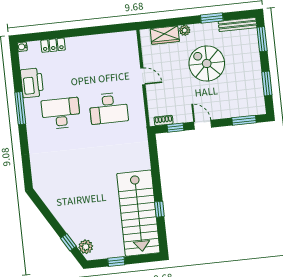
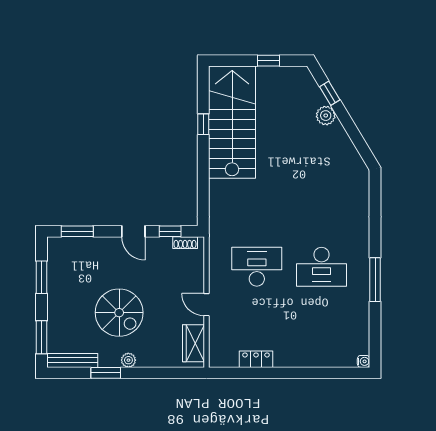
plant: (185, 30) -> (128, 360), moved
wardrobe: (165, 35) -> (194, 343), moved, turned -90
locker: (53, 45) -> (256, 359), moved
printer: (32, 83) -> (356, 312), removed
plant: (86, 247) -> (326, 116), moved

